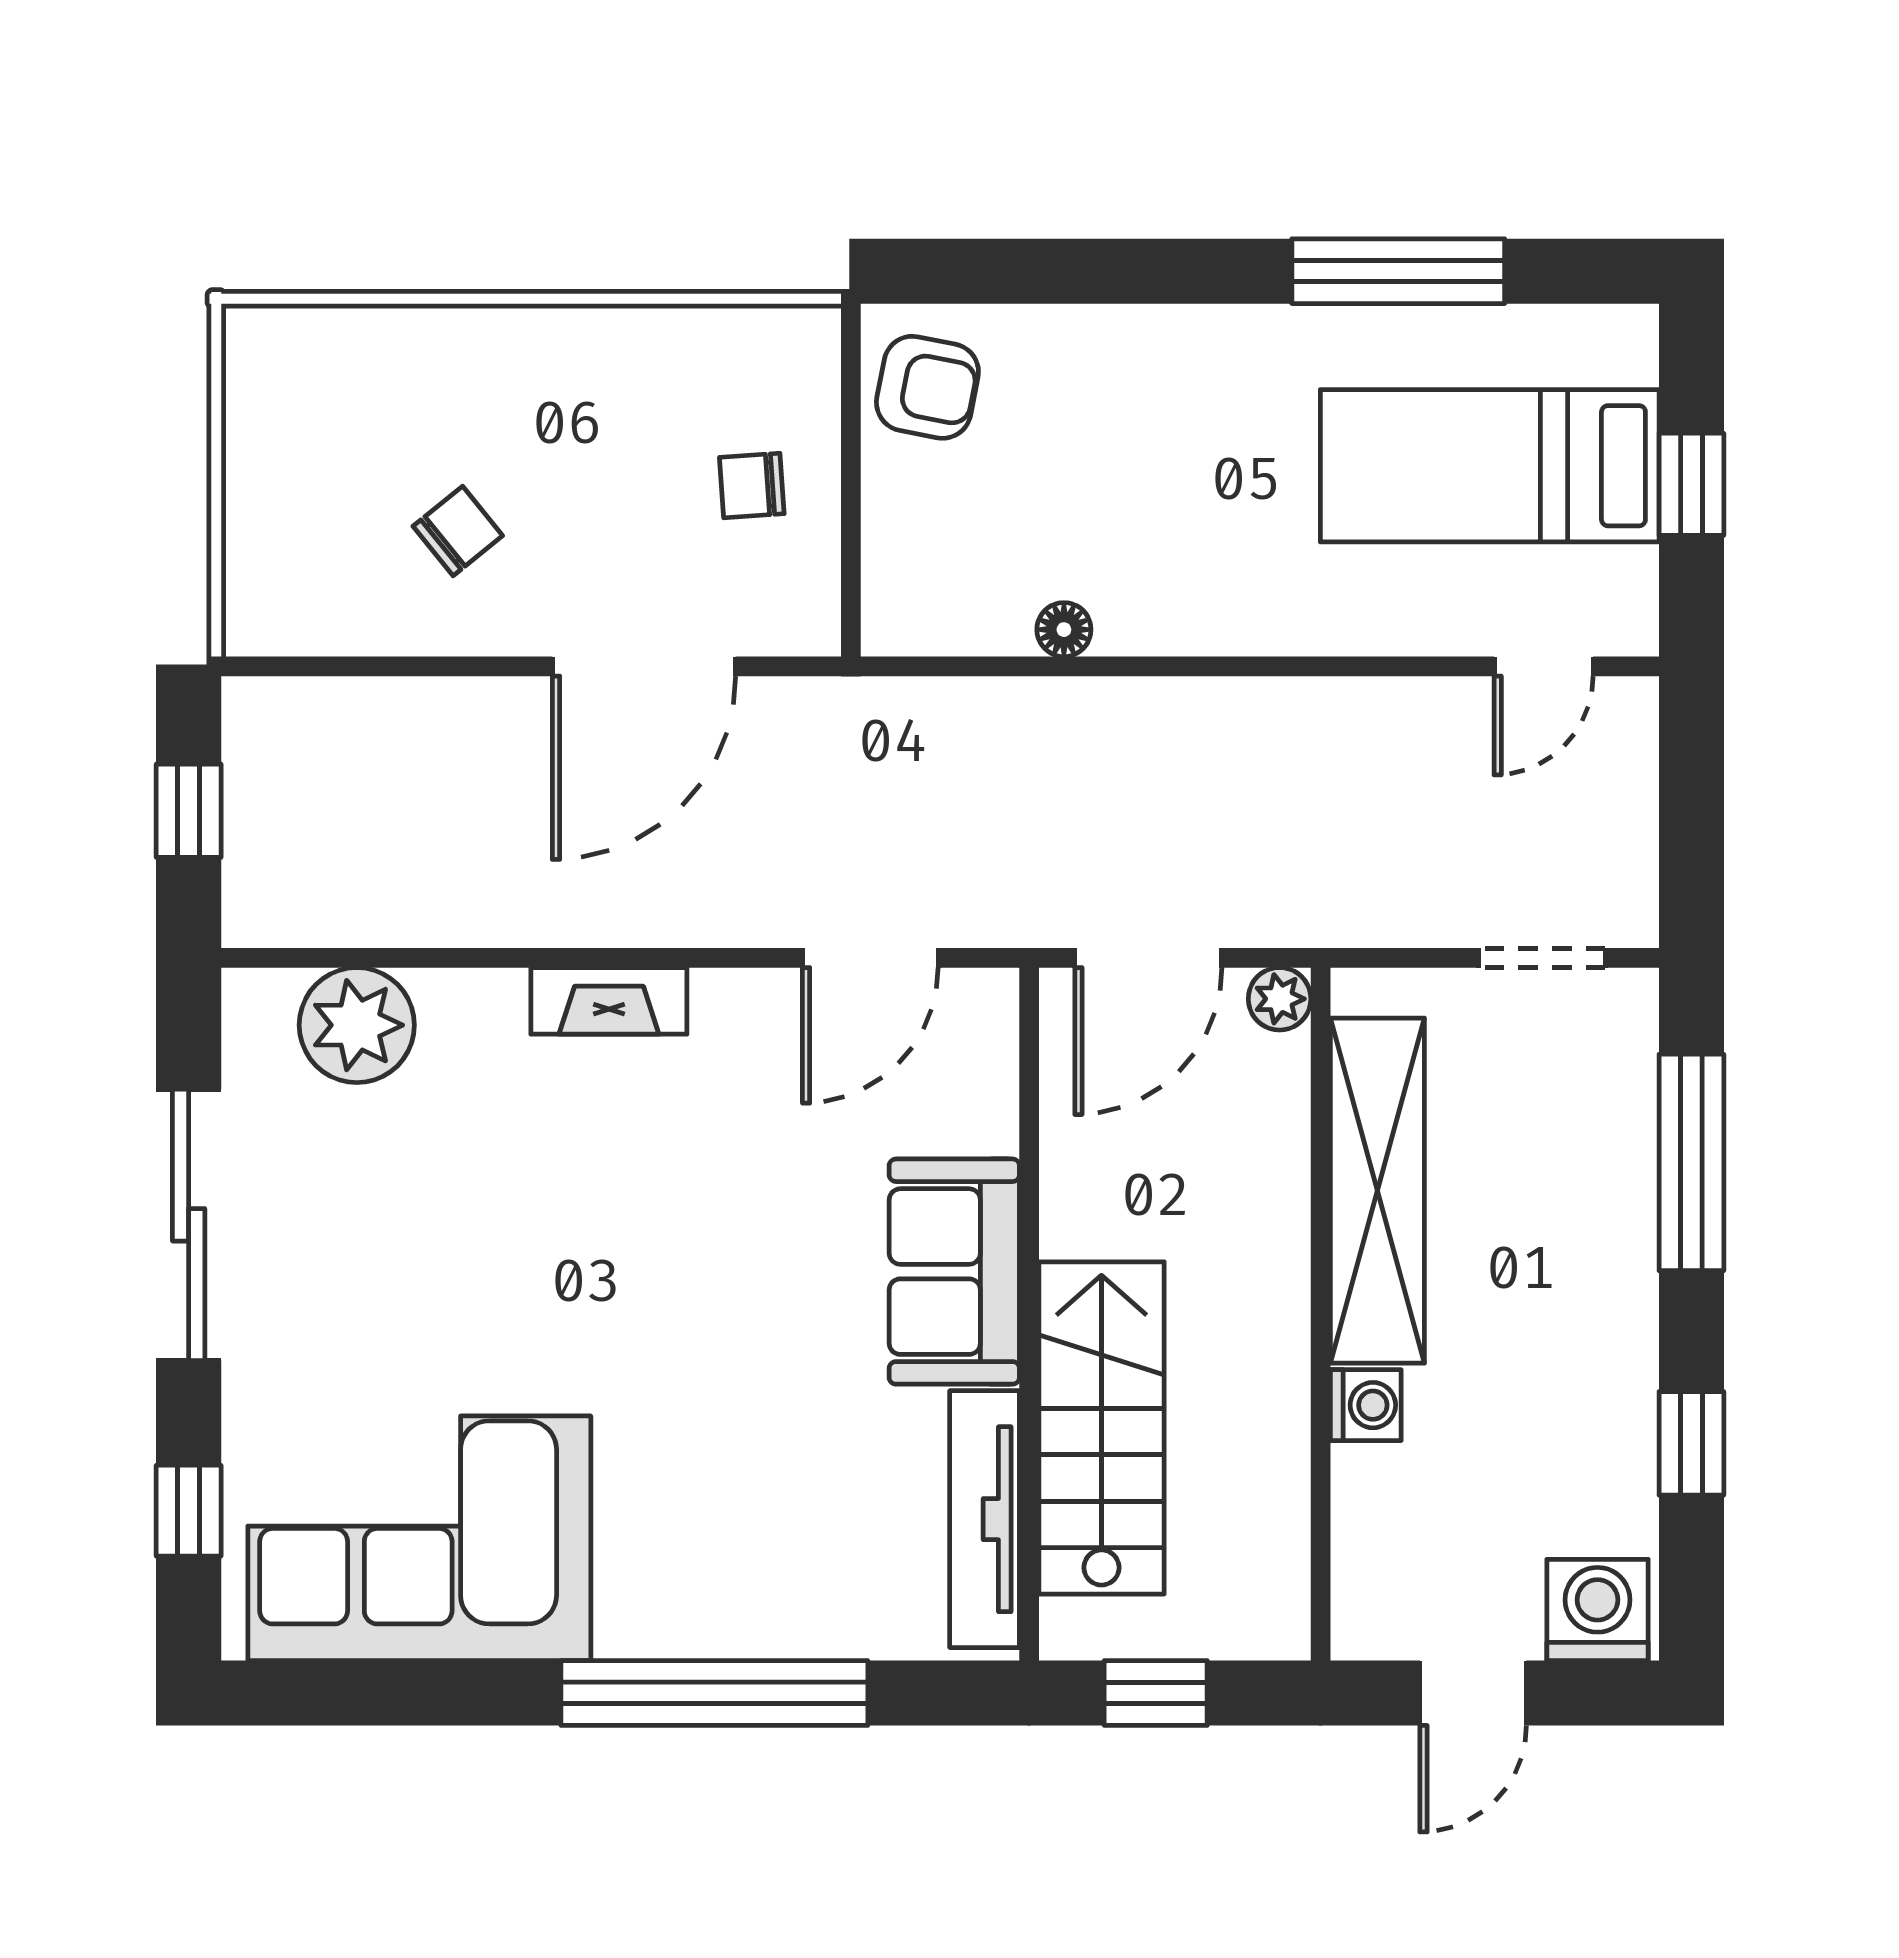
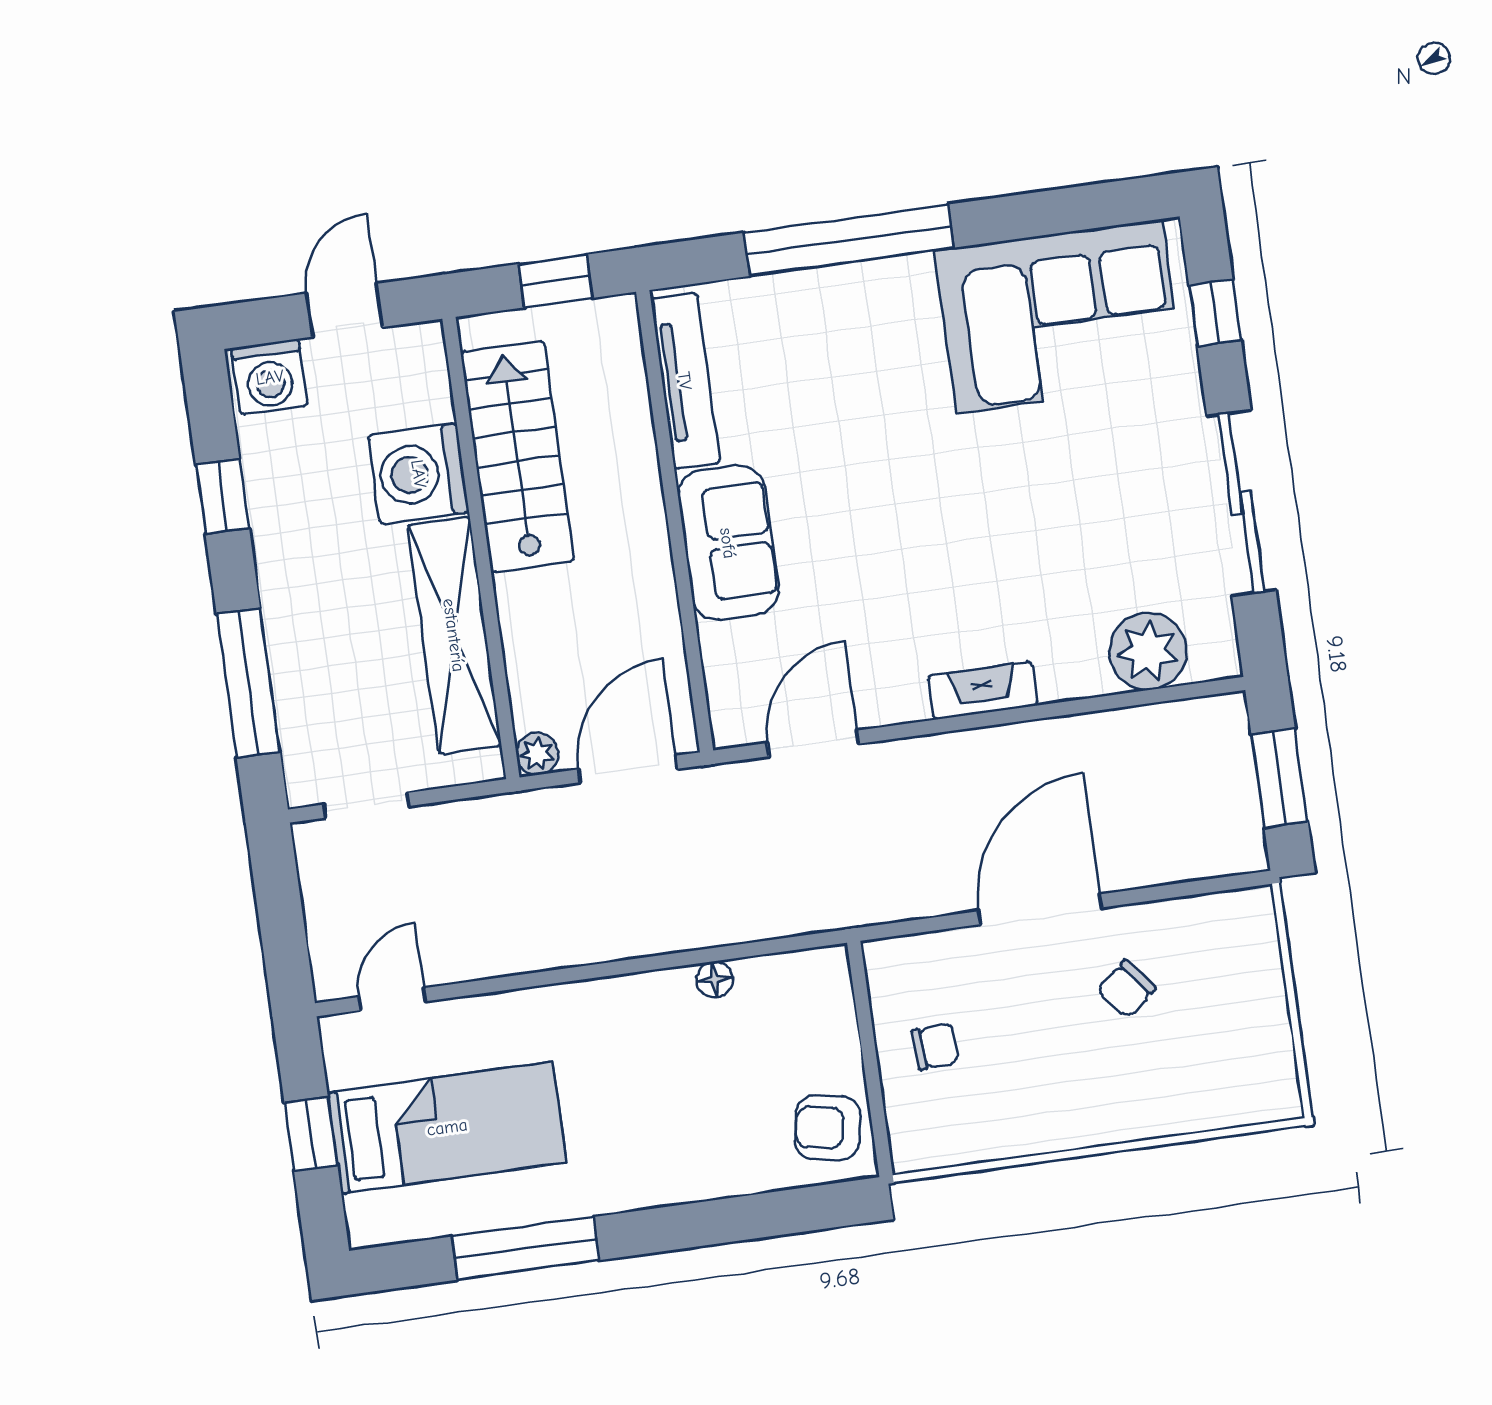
door: (644, 666) -> (1040, 909), moved
window: (189, 811) -> (1280, 778), width x1.50
washing machine: (1366, 1405) -> (419, 474), width x1.89, depth x1.89
stairs: (1101, 1428) -> (517, 457), moved, turned 180

